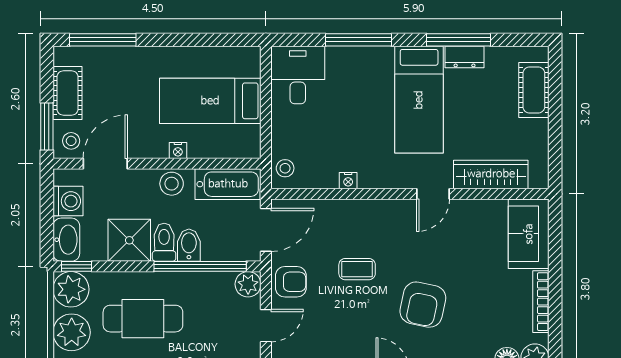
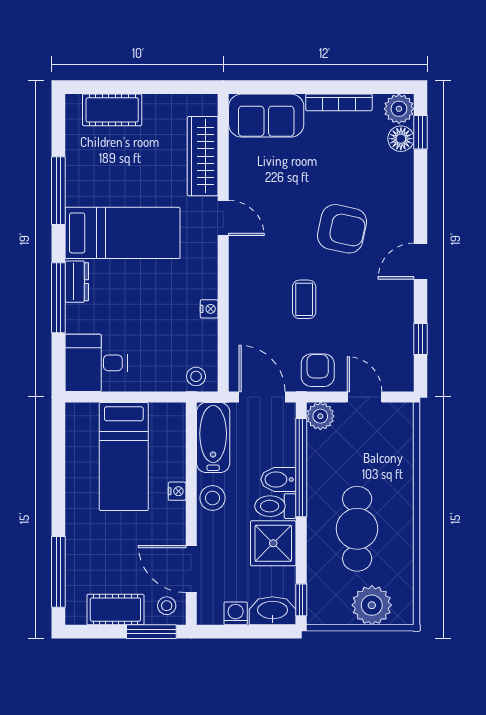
dresser: (465, 57) -> (77, 282), moved
washing machine: (68, 201) -> (236, 613), width x0.73, depth x0.73
plant: (71, 289) -> (326, 606), removed

